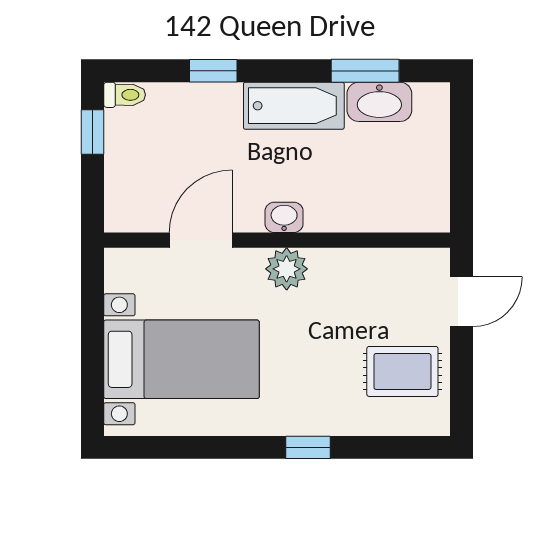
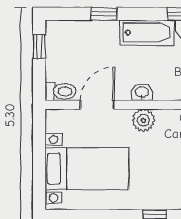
toilet: (125, 95) -> (61, 91), moved, width x1.37, depth x1.39

